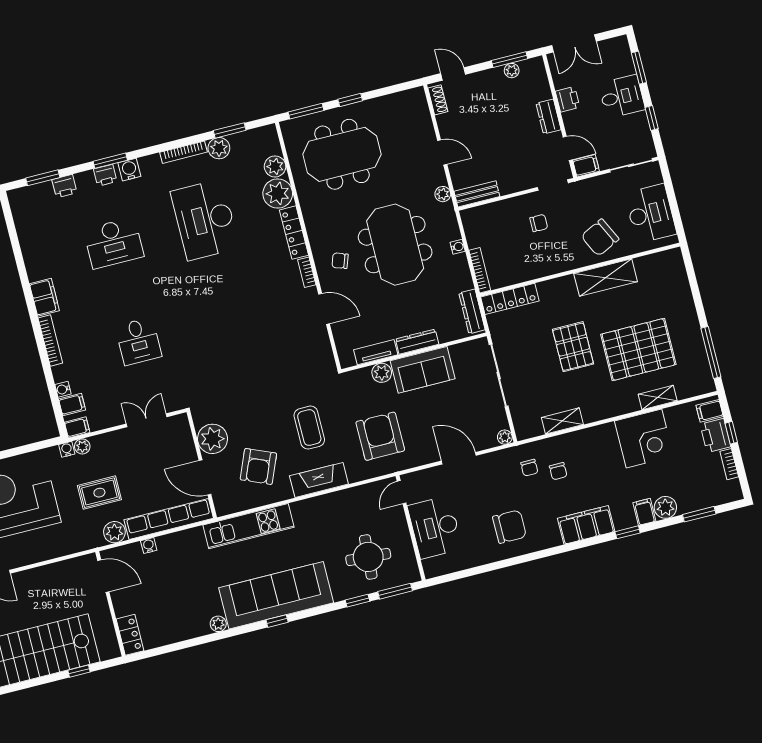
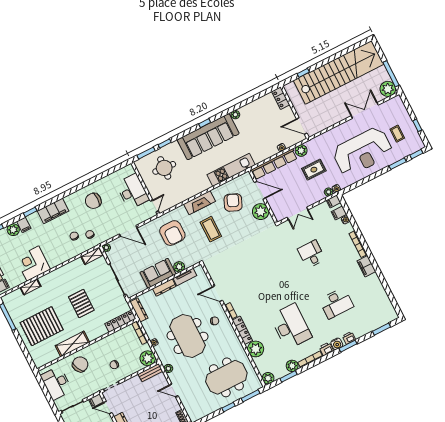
plant: (275, 166) -> (268, 378), moved
printer: (64, 186) -> (326, 349), moved
plant: (476, 221) -> (148, 358), added
desk: (114, 243) -> (336, 303), turned 180
pallet: (638, 349) -> (42, 326), moved
shelving: (562, 421) -> (92, 256), moved

